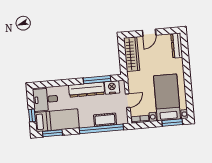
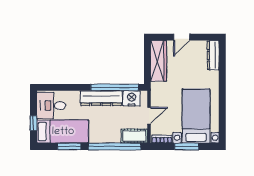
window: (97, 80) -> (115, 87), width x1.46
cot: (105, 120) -> (134, 136), moved
window: (172, 123) -> (187, 146), moved
window: (52, 133) -> (69, 146), moved

